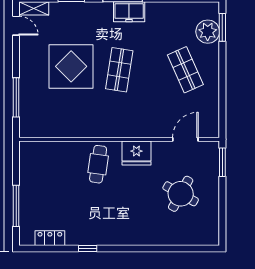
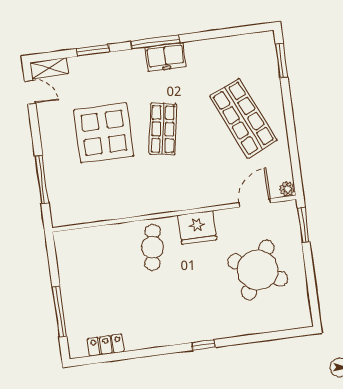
plant: (208, 32) -> (287, 189), moved, width x0.53, depth x0.53
shop shelf: (185, 70) -> (243, 118), width x1.43, depth x1.36
round table: (181, 194) -> (258, 270), width x1.36, depth x1.36
window: (88, 248) -> (203, 345), moved

